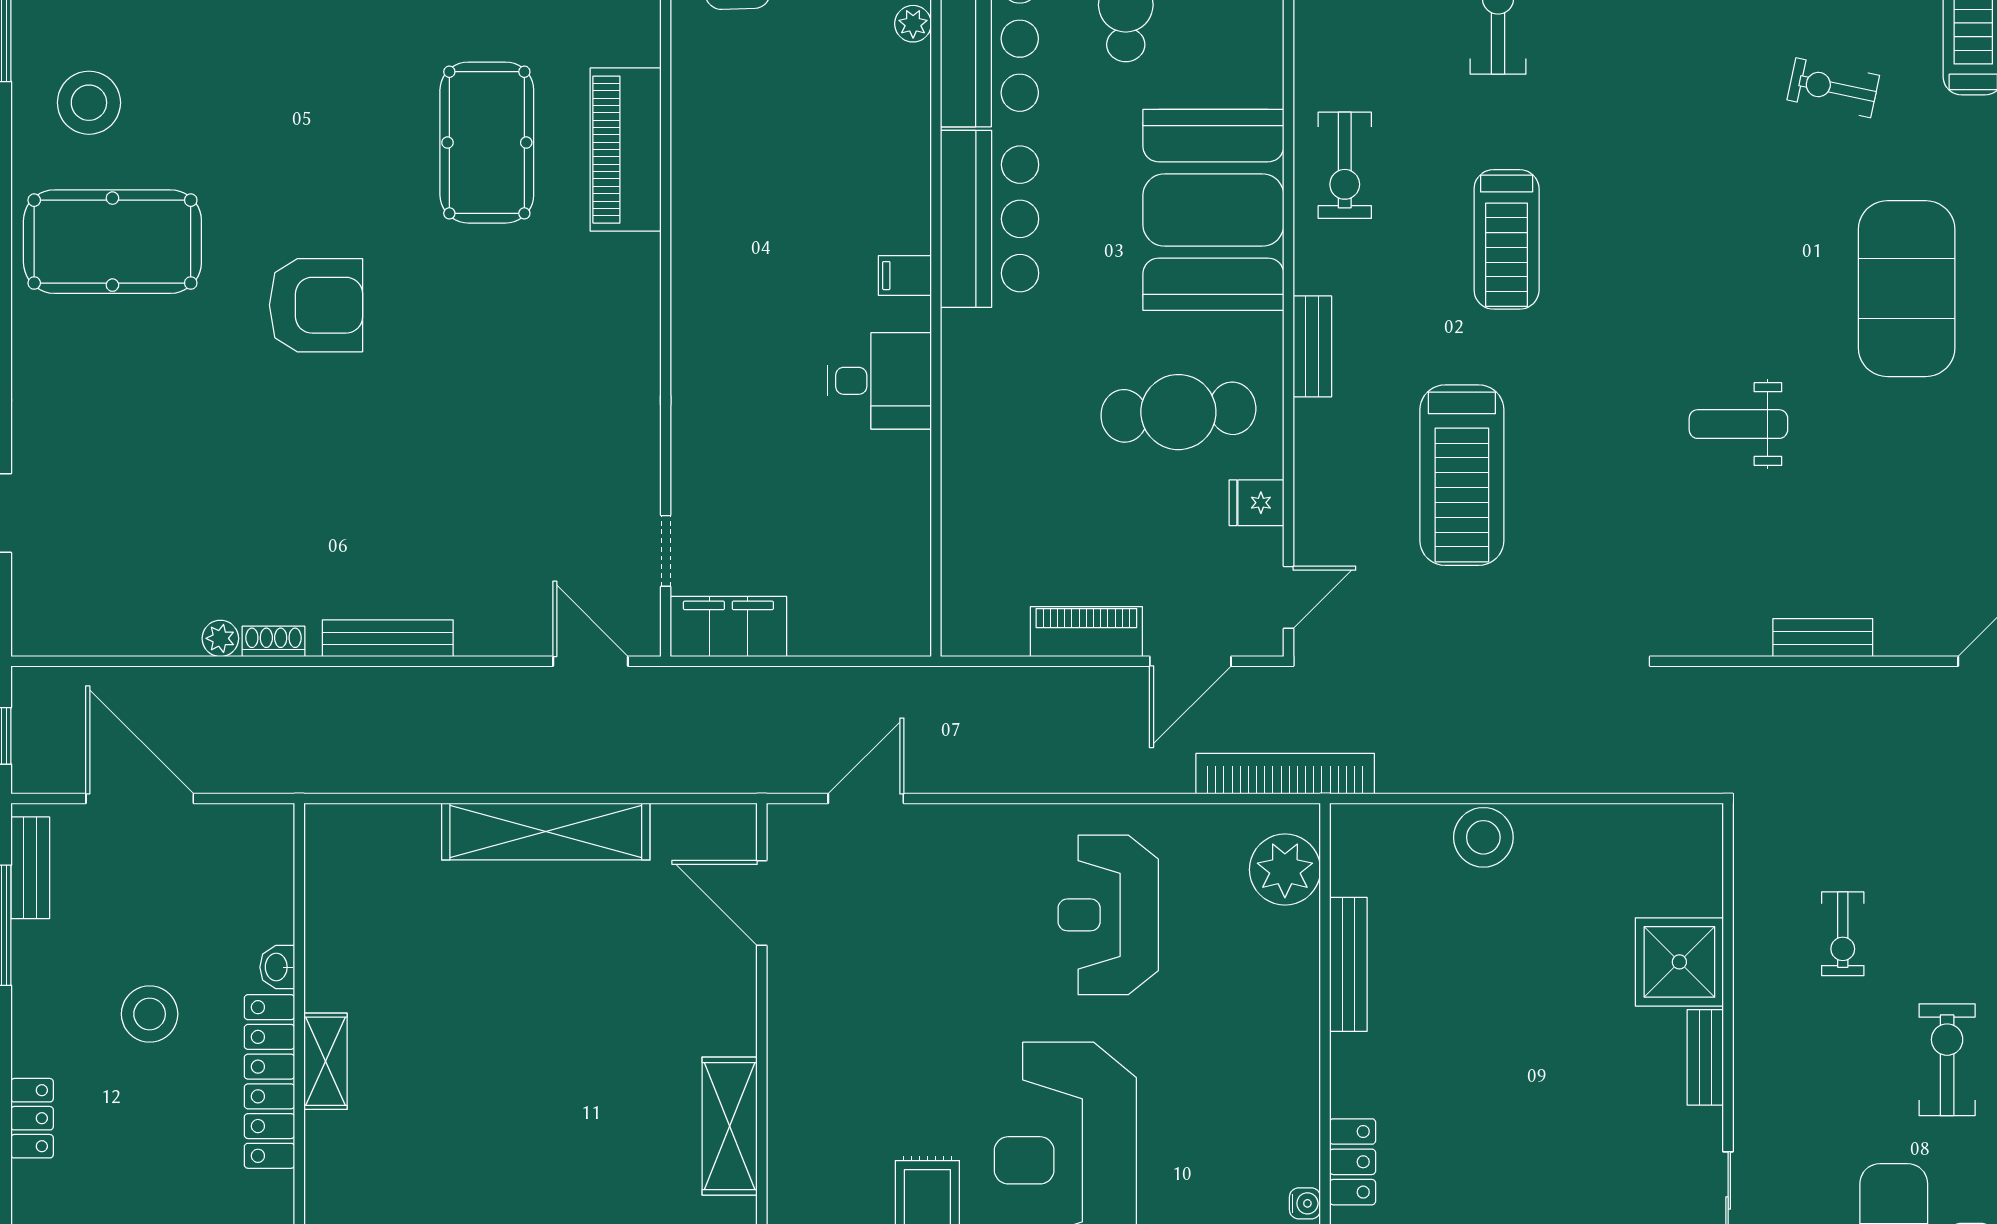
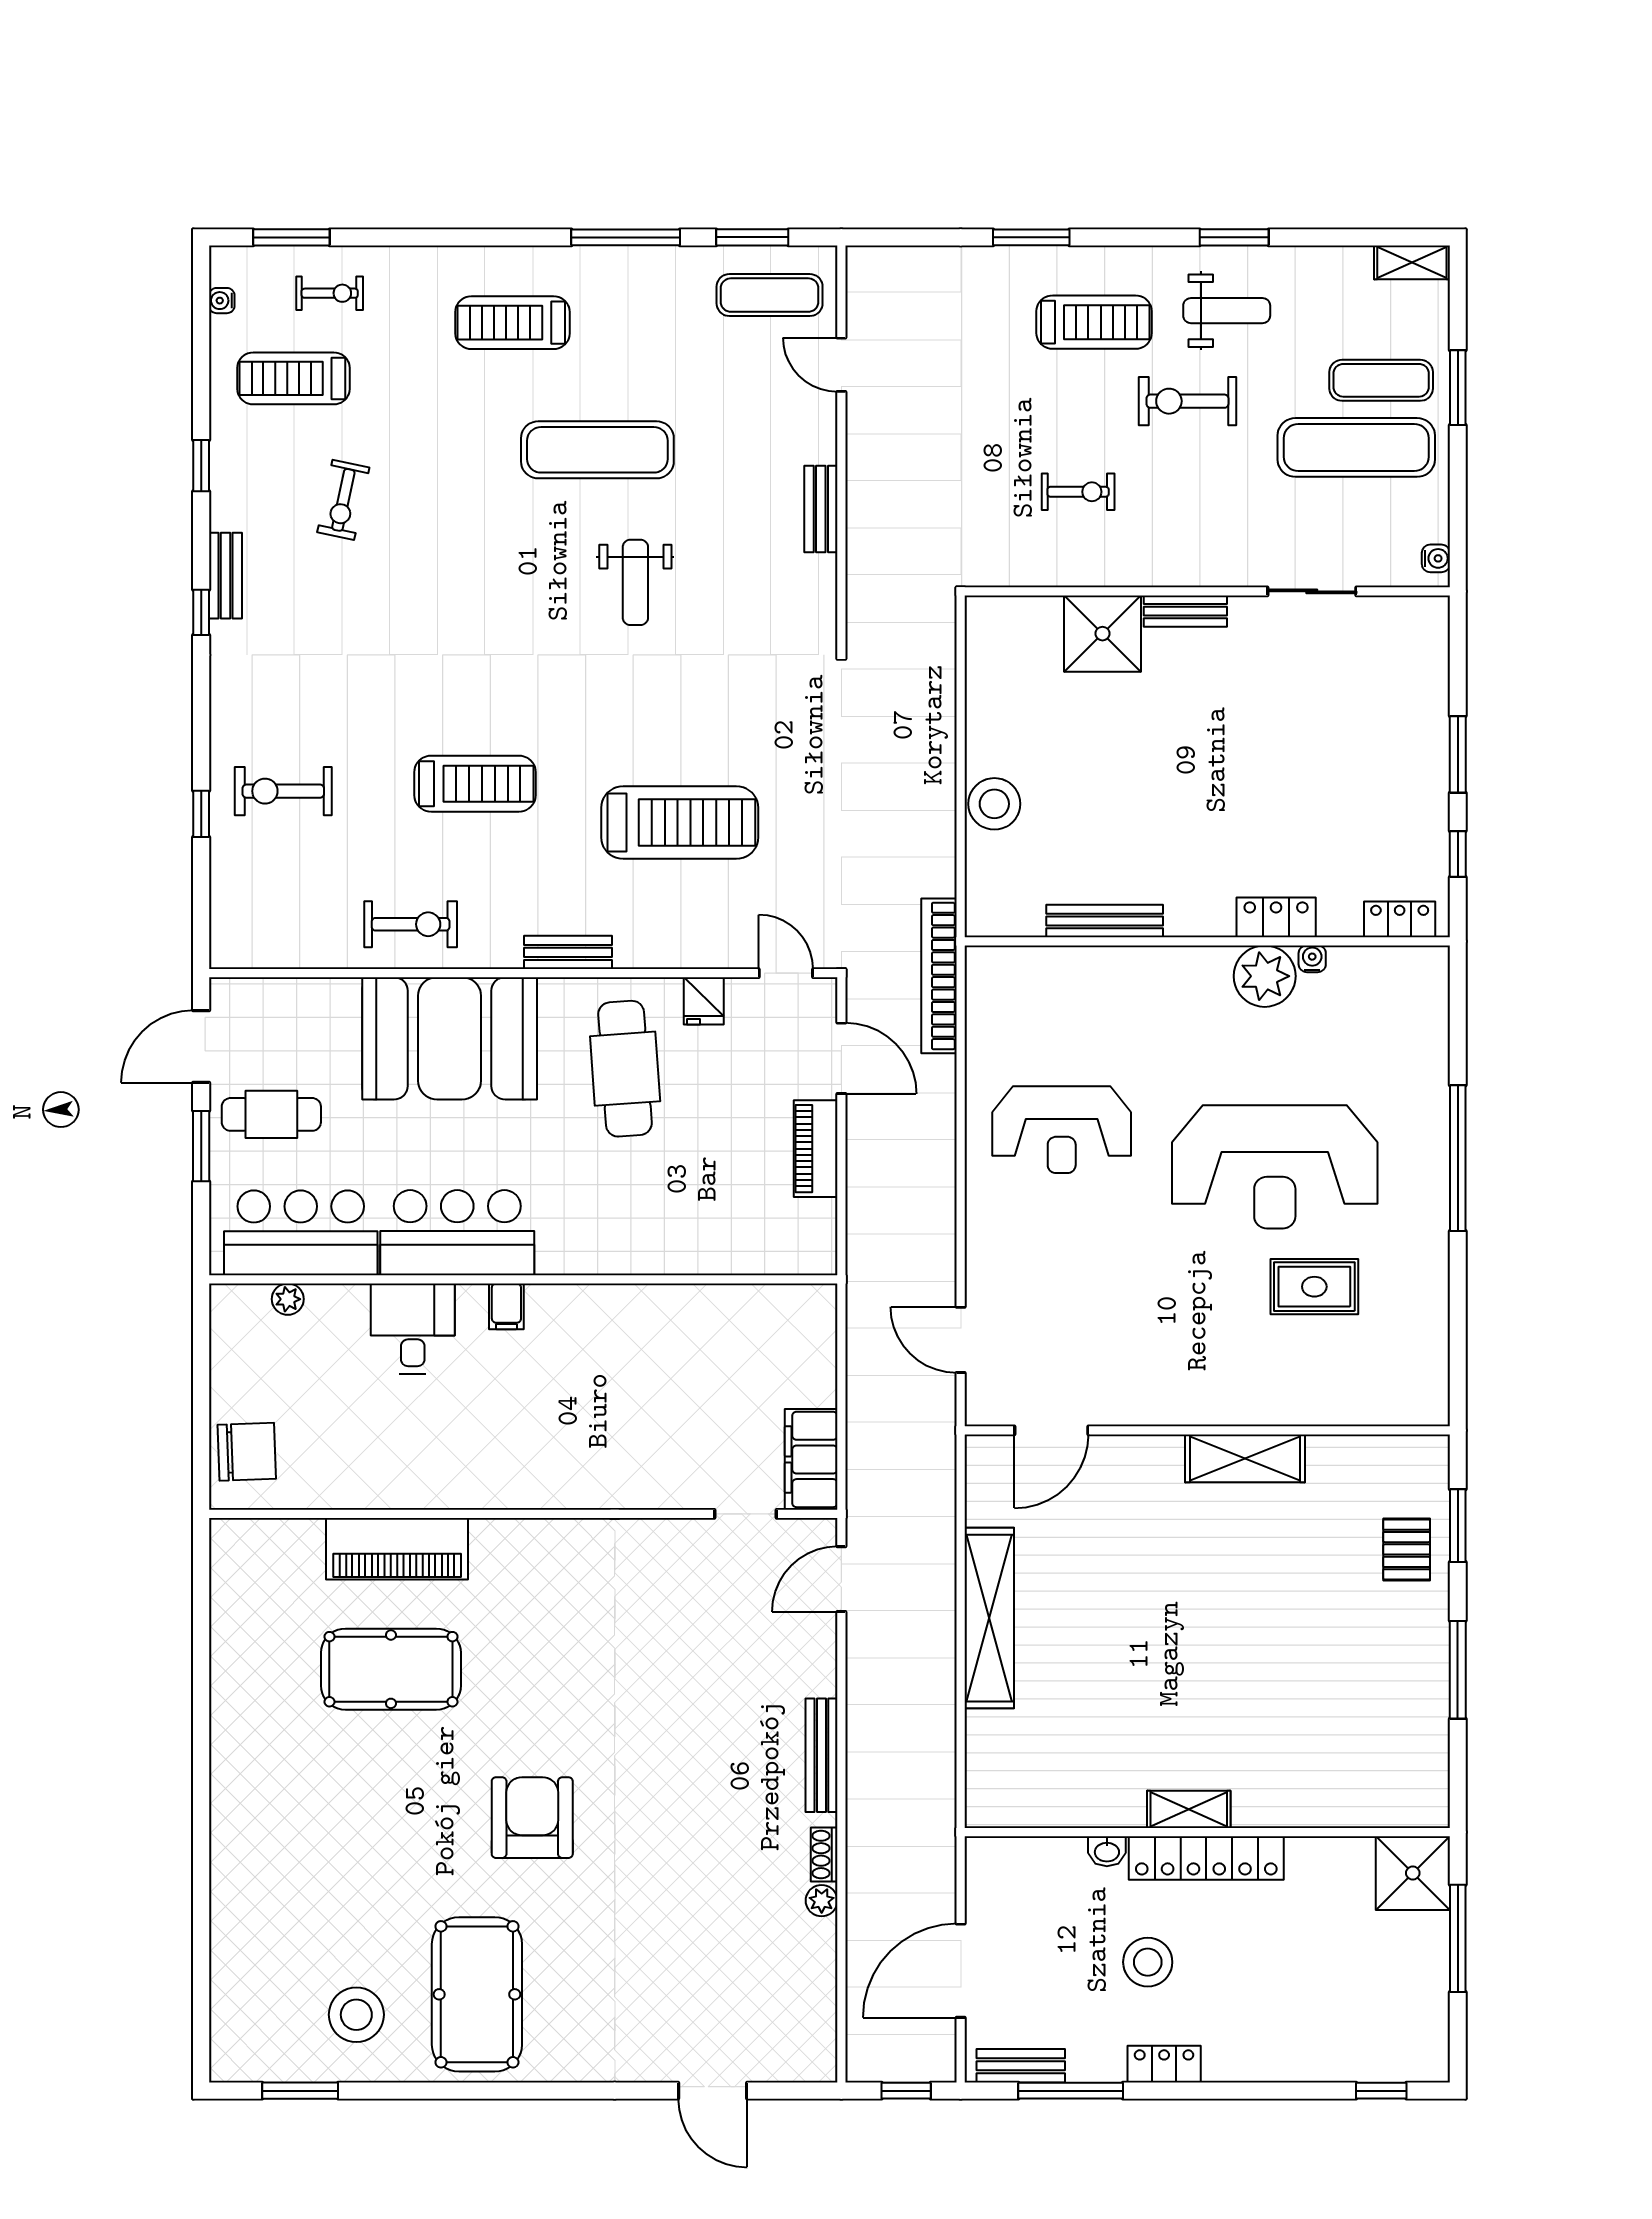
exercise mat: (1907, 289) -> (597, 450), moved, width x0.68
desk: (879, 381) -> (413, 1328), moved
plant: (1285, 870) -> (1265, 976), moved
locker: (32, 1118) -> (1164, 2064), moved

